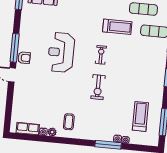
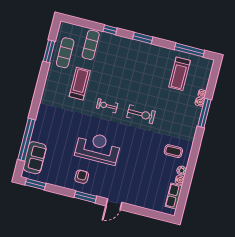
window: (15, 48) -> (85, 197), width x0.69
reception desk: (61, 52) -> (98, 148), turned 180
armchair: (24, 58) -> (82, 177), moved
treadmill: (140, 116) -> (179, 74), turned -90

